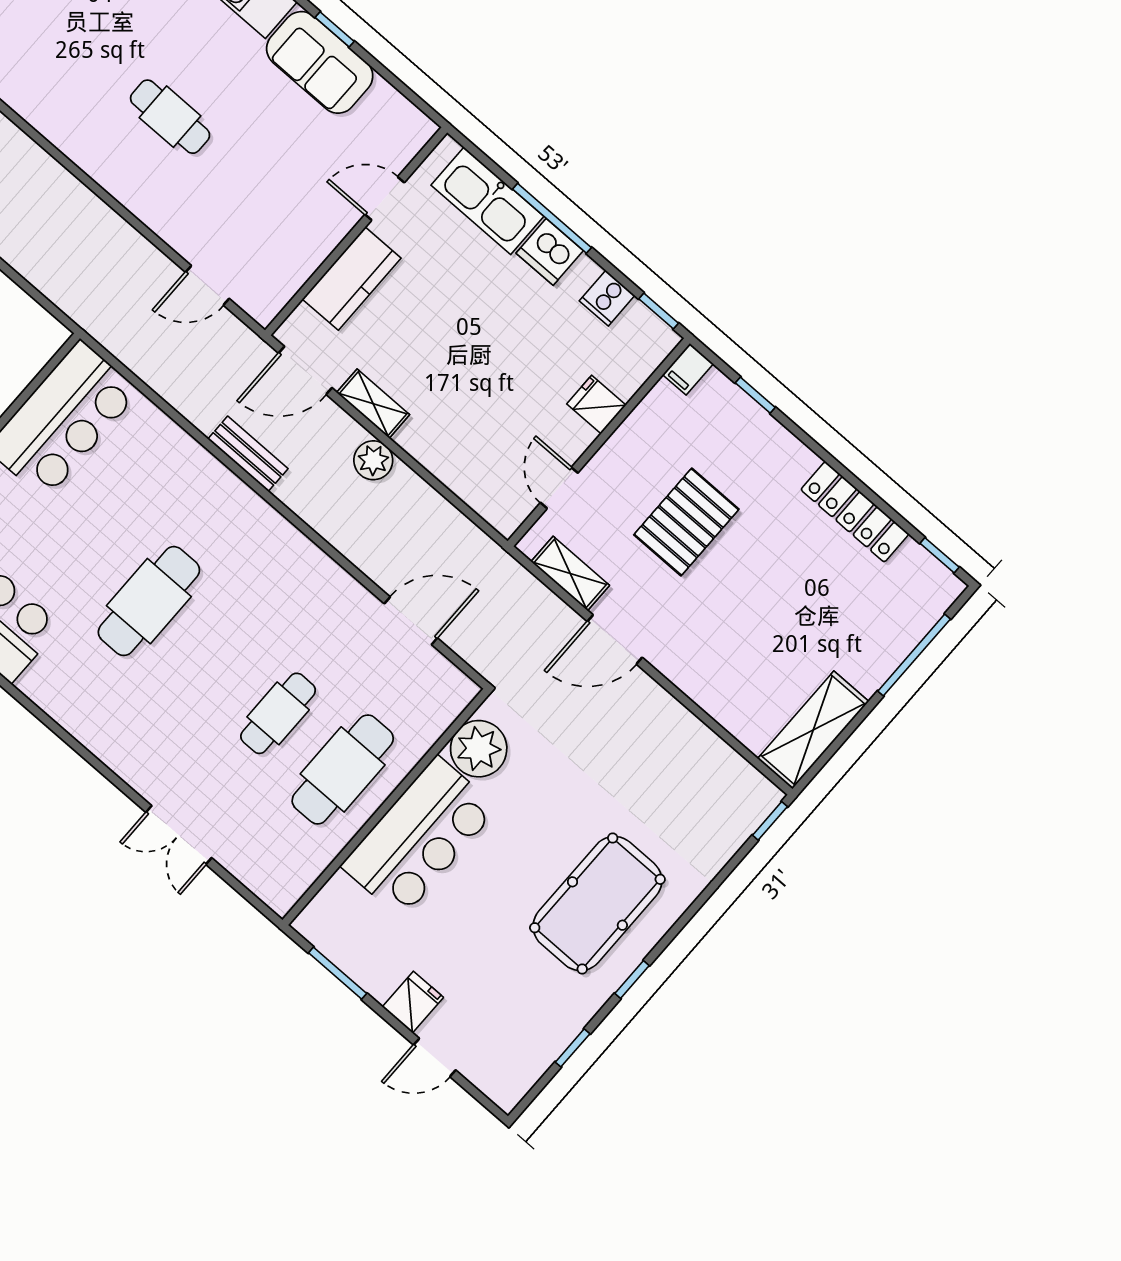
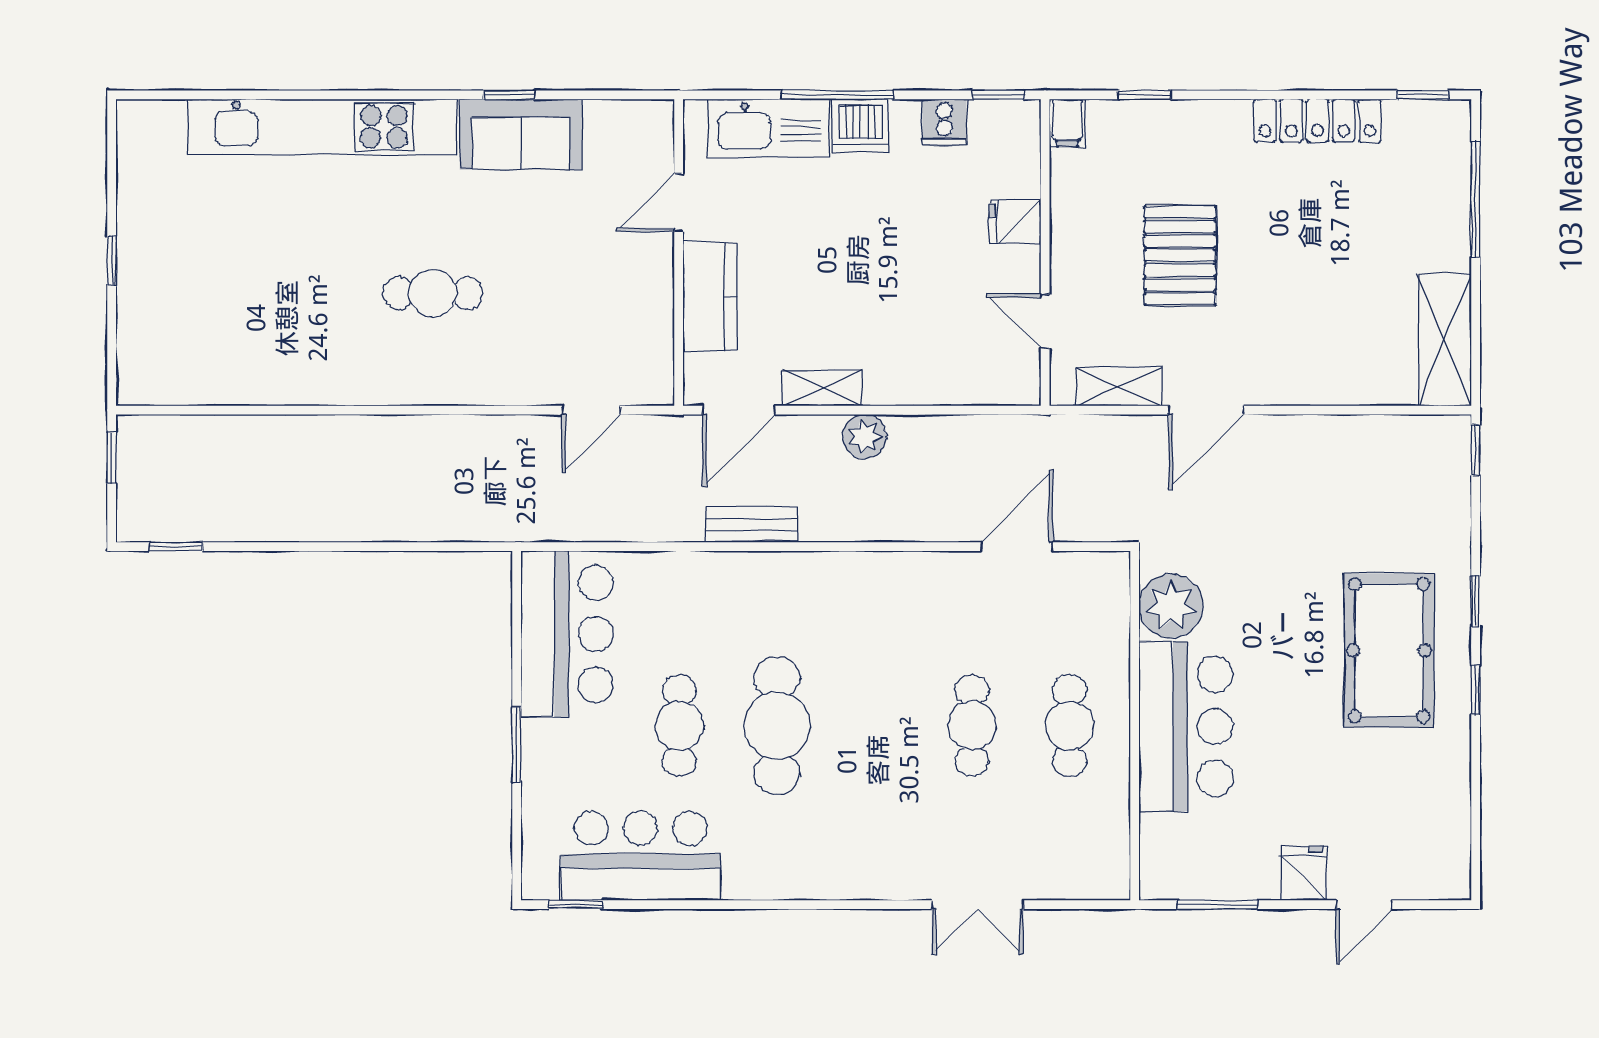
cafe table: (84, 545) -> (679, 726), added
cafe table: (343, 769) -> (1069, 726), width x0.73, depth x0.74
window: (573, 1048) -> (1476, 601), moved

